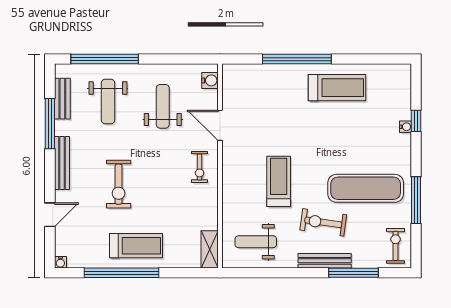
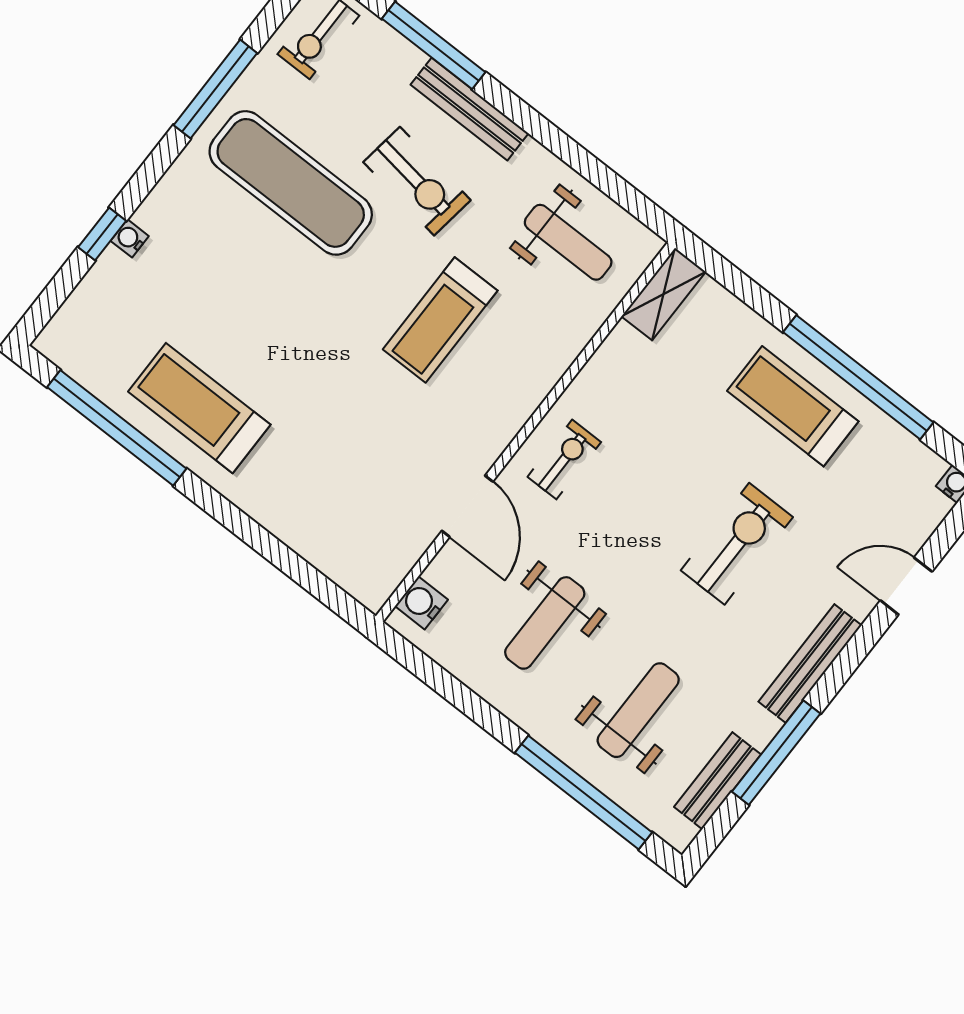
window: (297, 59) -> (117, 428), moved

